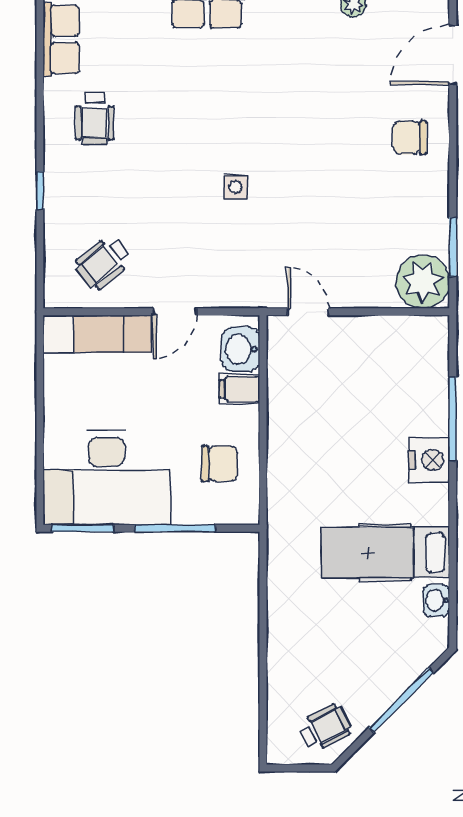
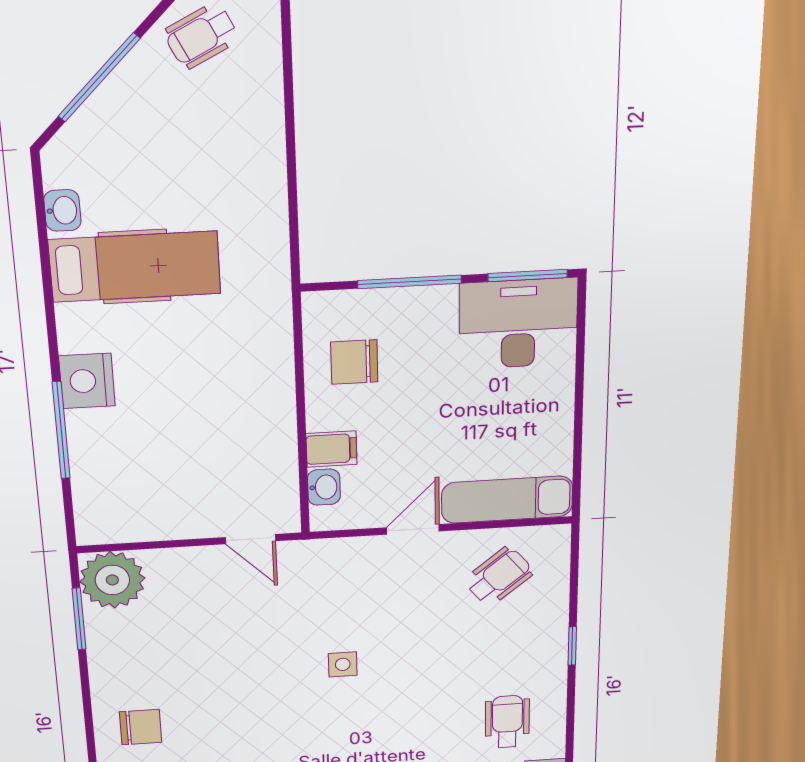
washbasin: (241, 349) -> (324, 487), width x0.72, depth x0.69
desk: (107, 477) -> (518, 324), width x0.73, depth x0.77

